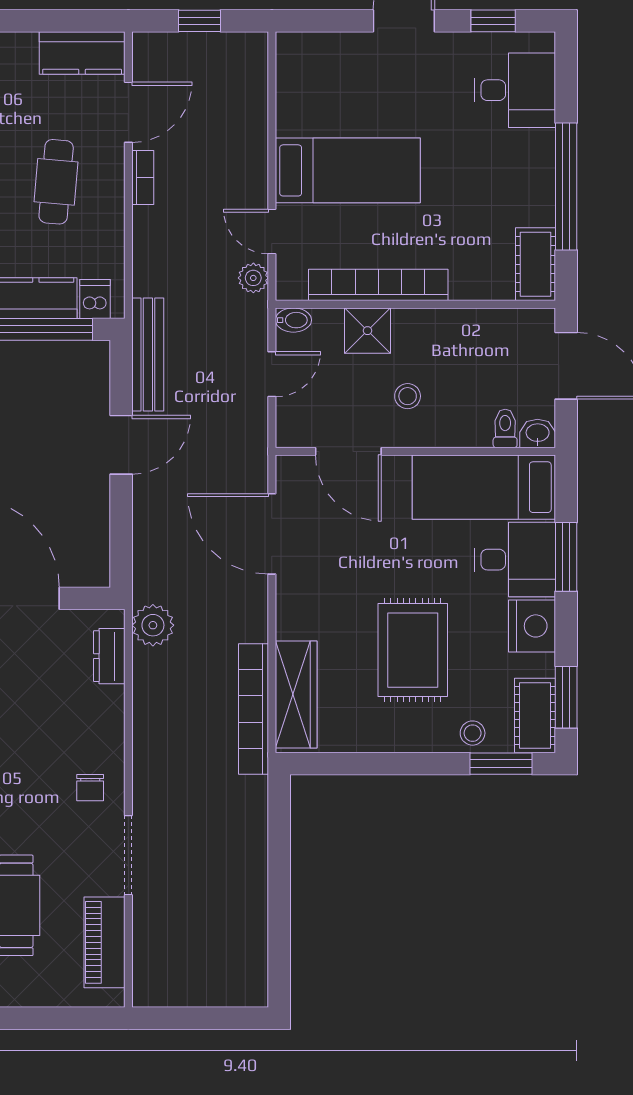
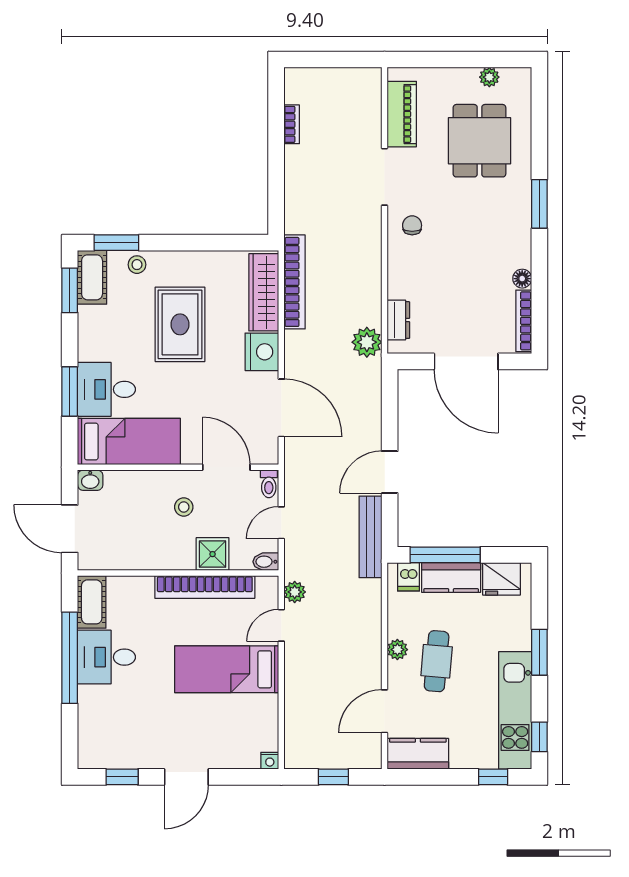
nightstand: (288, 43) -> (270, 761), added
desk: (515, 90) -> (106, 657), moved
bookcase: (143, 177) -> (292, 124), moved, turned 180
plant: (110, 198) -> (397, 650), added
door: (272, 231) -> (281, 625), swing flipped
toilet: (505, 428) -> (269, 484), moved
nightstand: (532, 626) -> (262, 352), moved, turned 180

